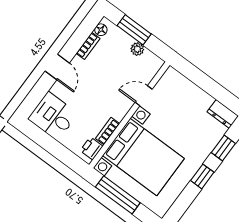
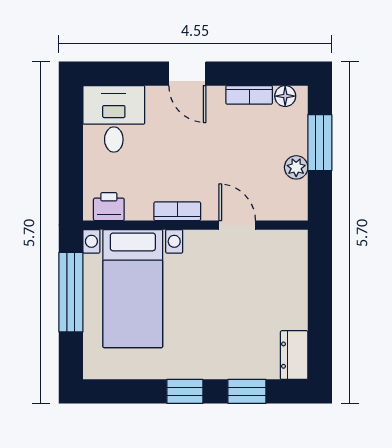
door: (57, 67) -> (187, 74), hinge flipped
bookcase: (108, 131) -> (177, 211), moved
bed with nightstands: (143, 157) -> (133, 289), width x0.73

